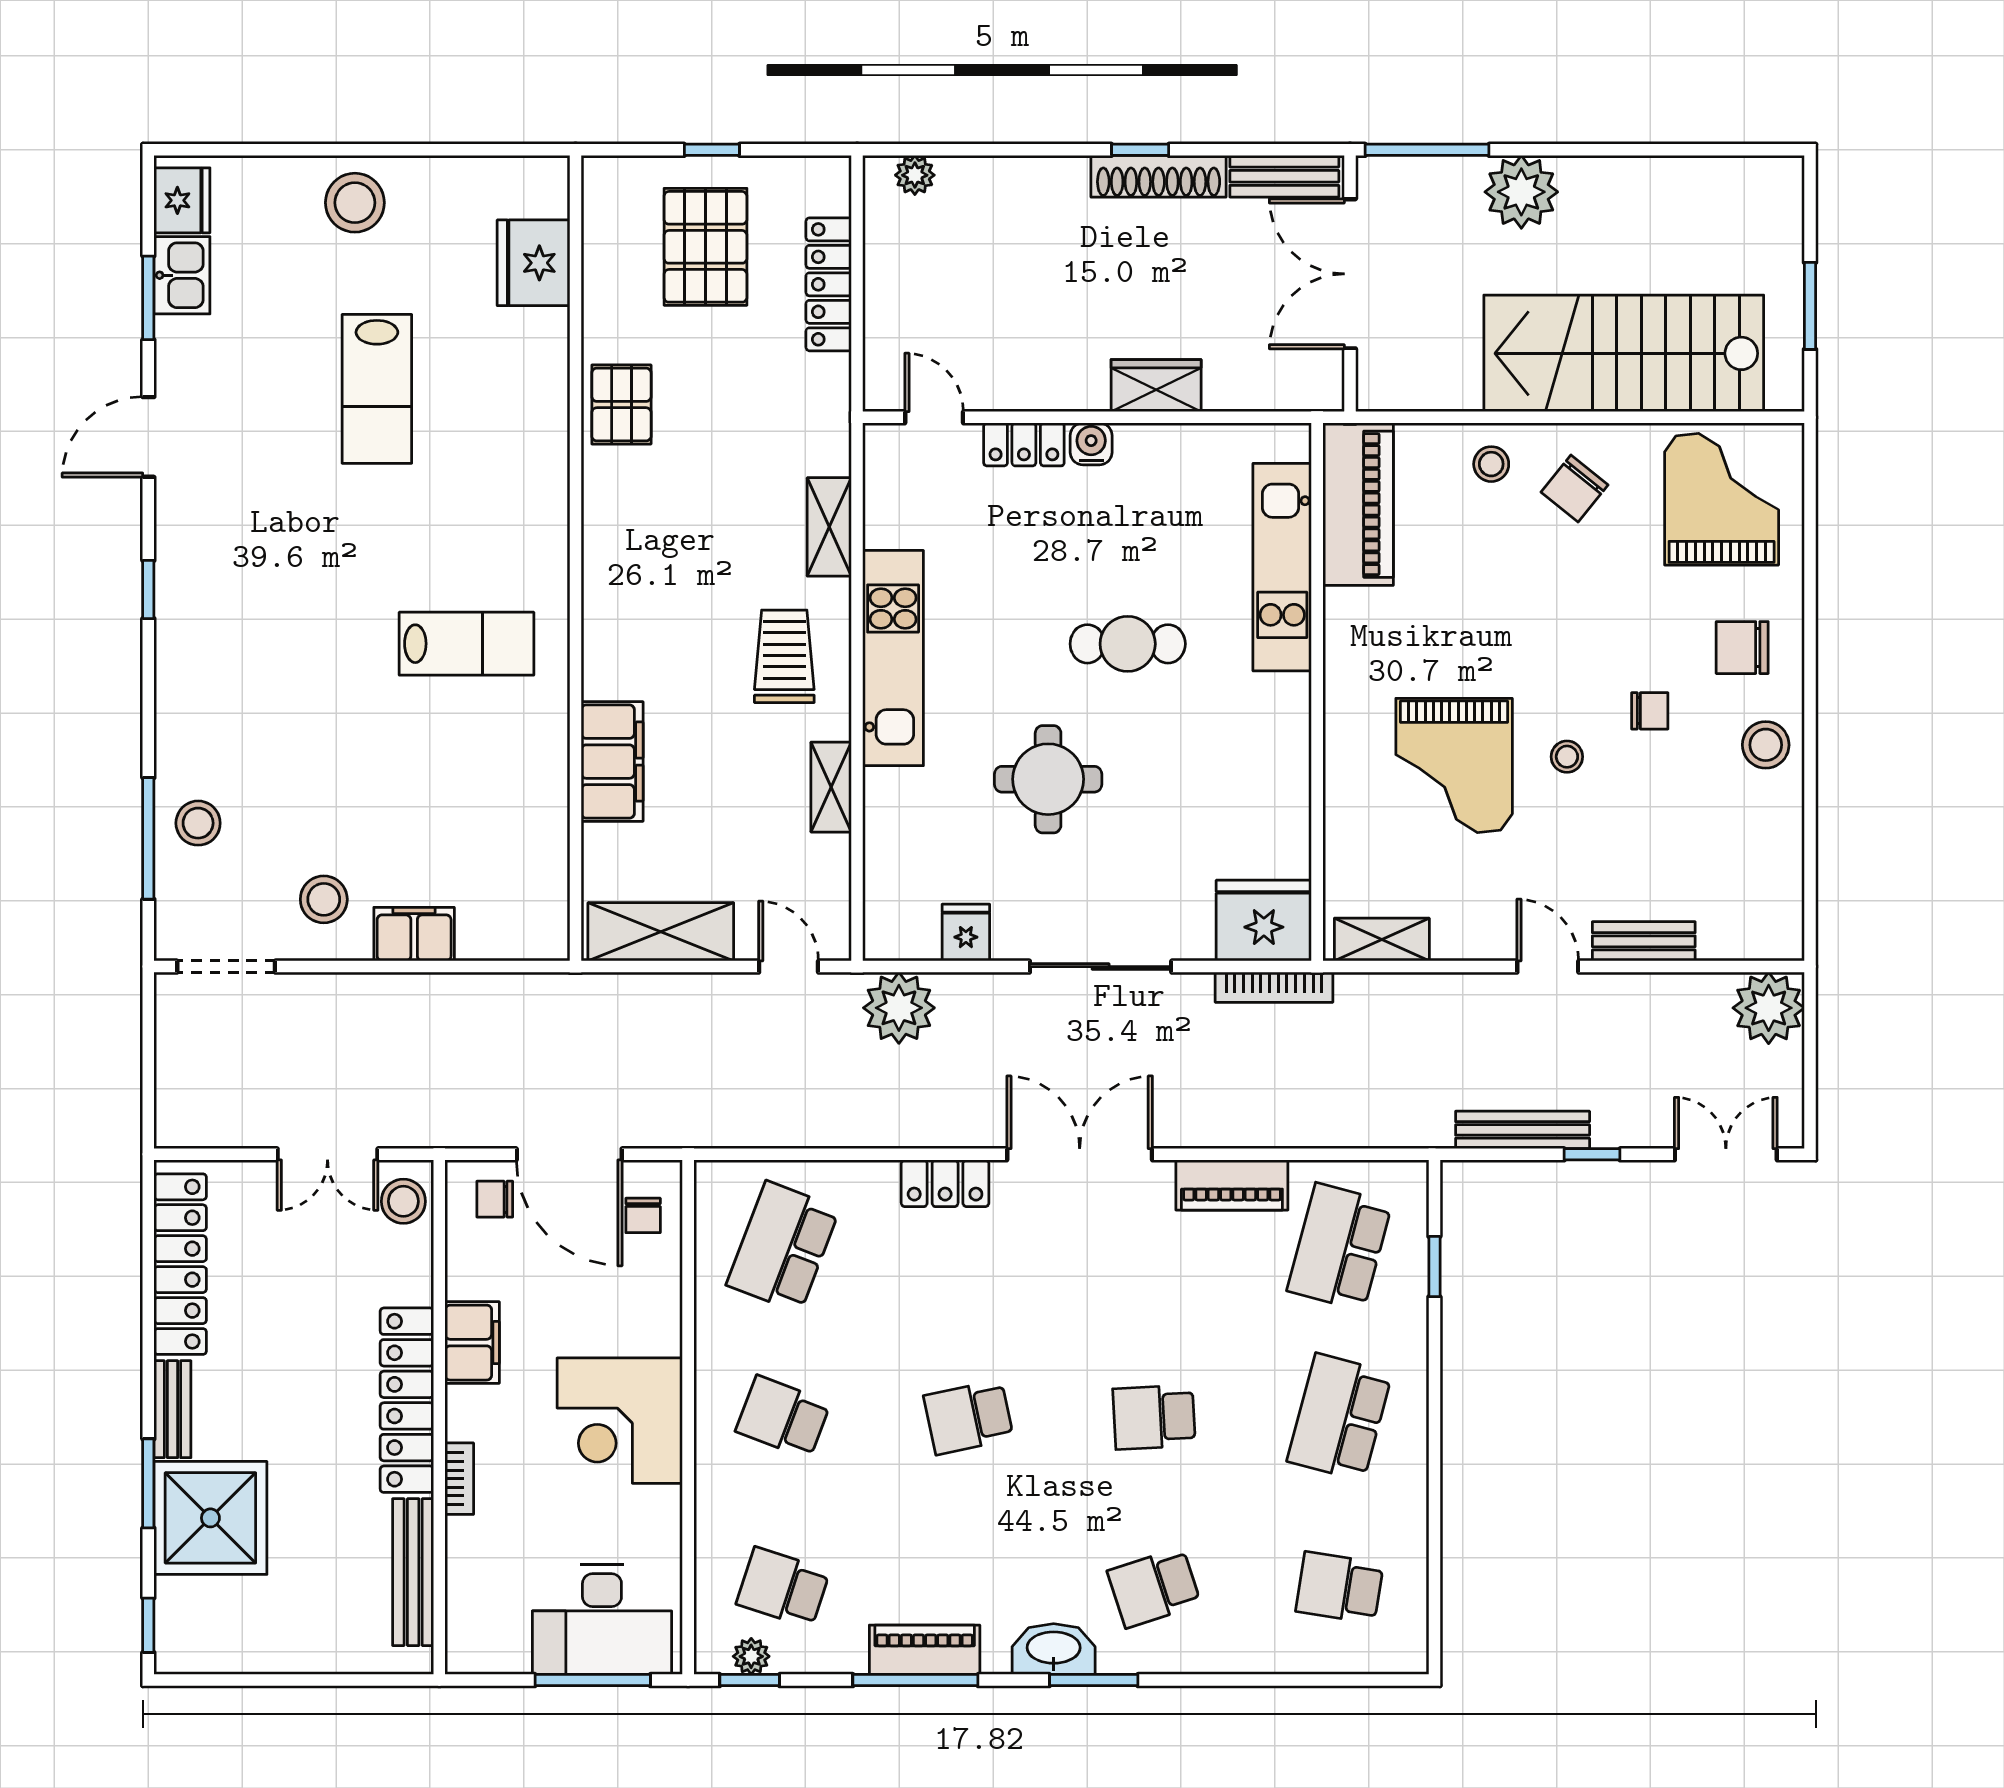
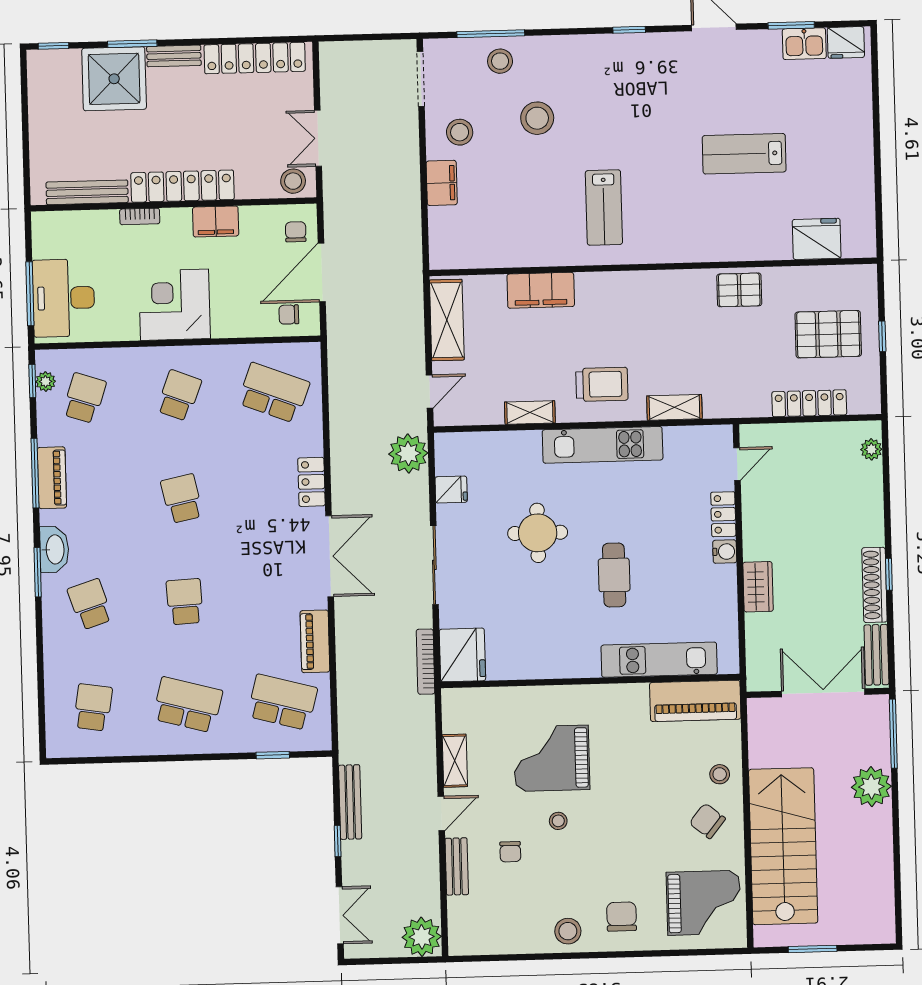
stool: (355, 203) -> (537, 118), moved
chair: (1650, 711) -> (510, 852), moved
shelving: (1382, 940) -> (455, 761), moved

